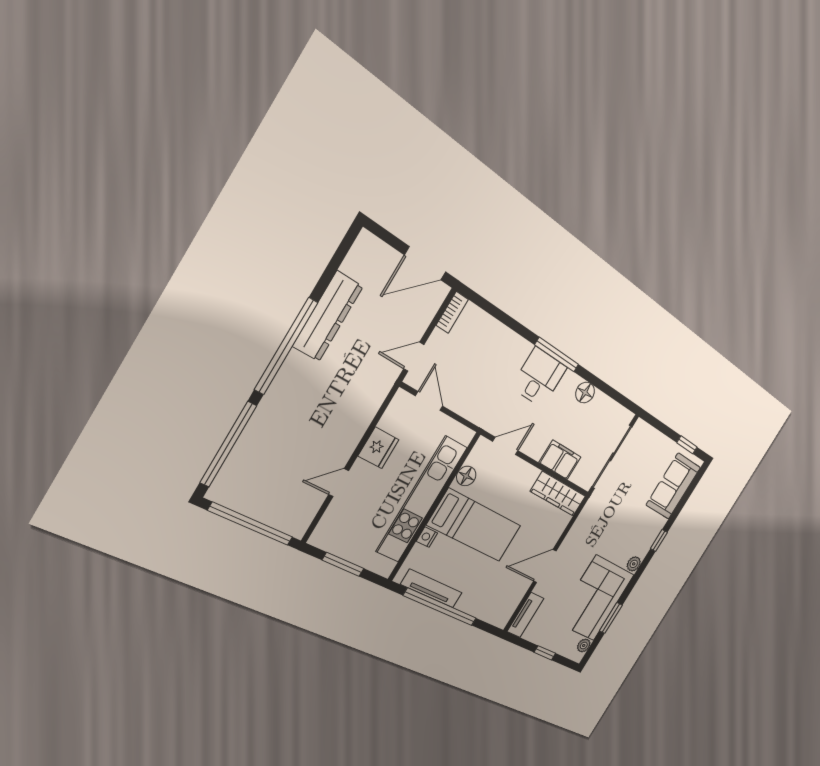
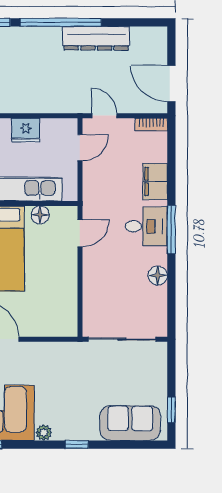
door: (505, 446) -> (80, 233), hinge flipped
filing cabinet: (560, 460) -> (155, 182), moved, turned 180
wardrobe: (558, 494) -> (67, 309), removed

